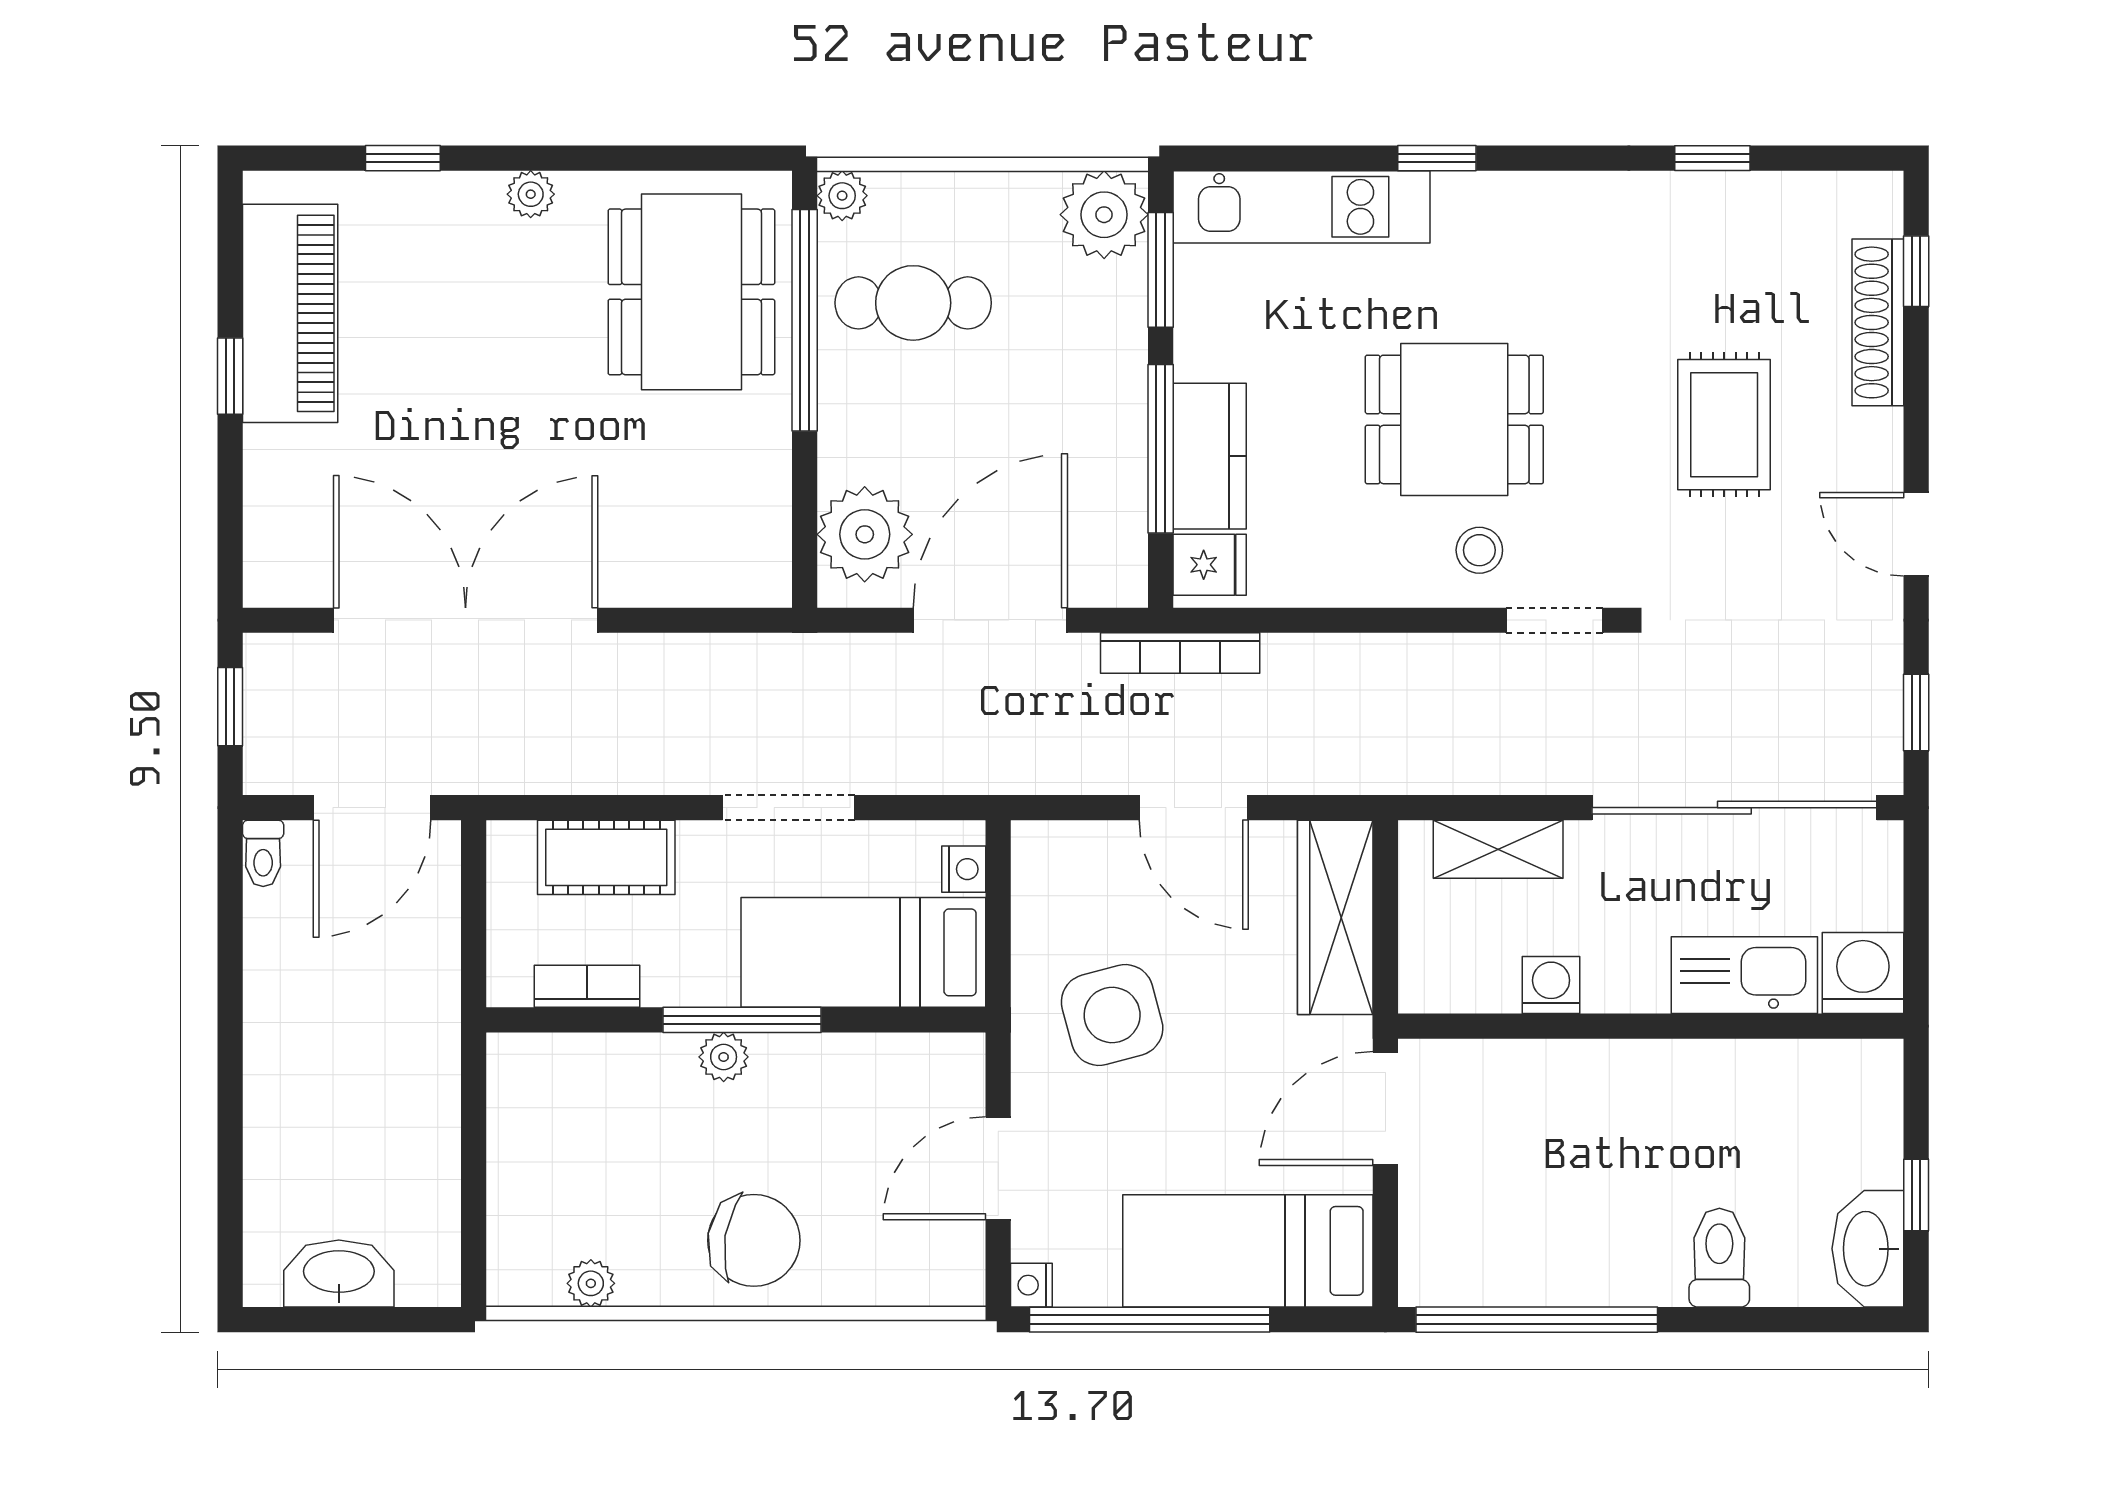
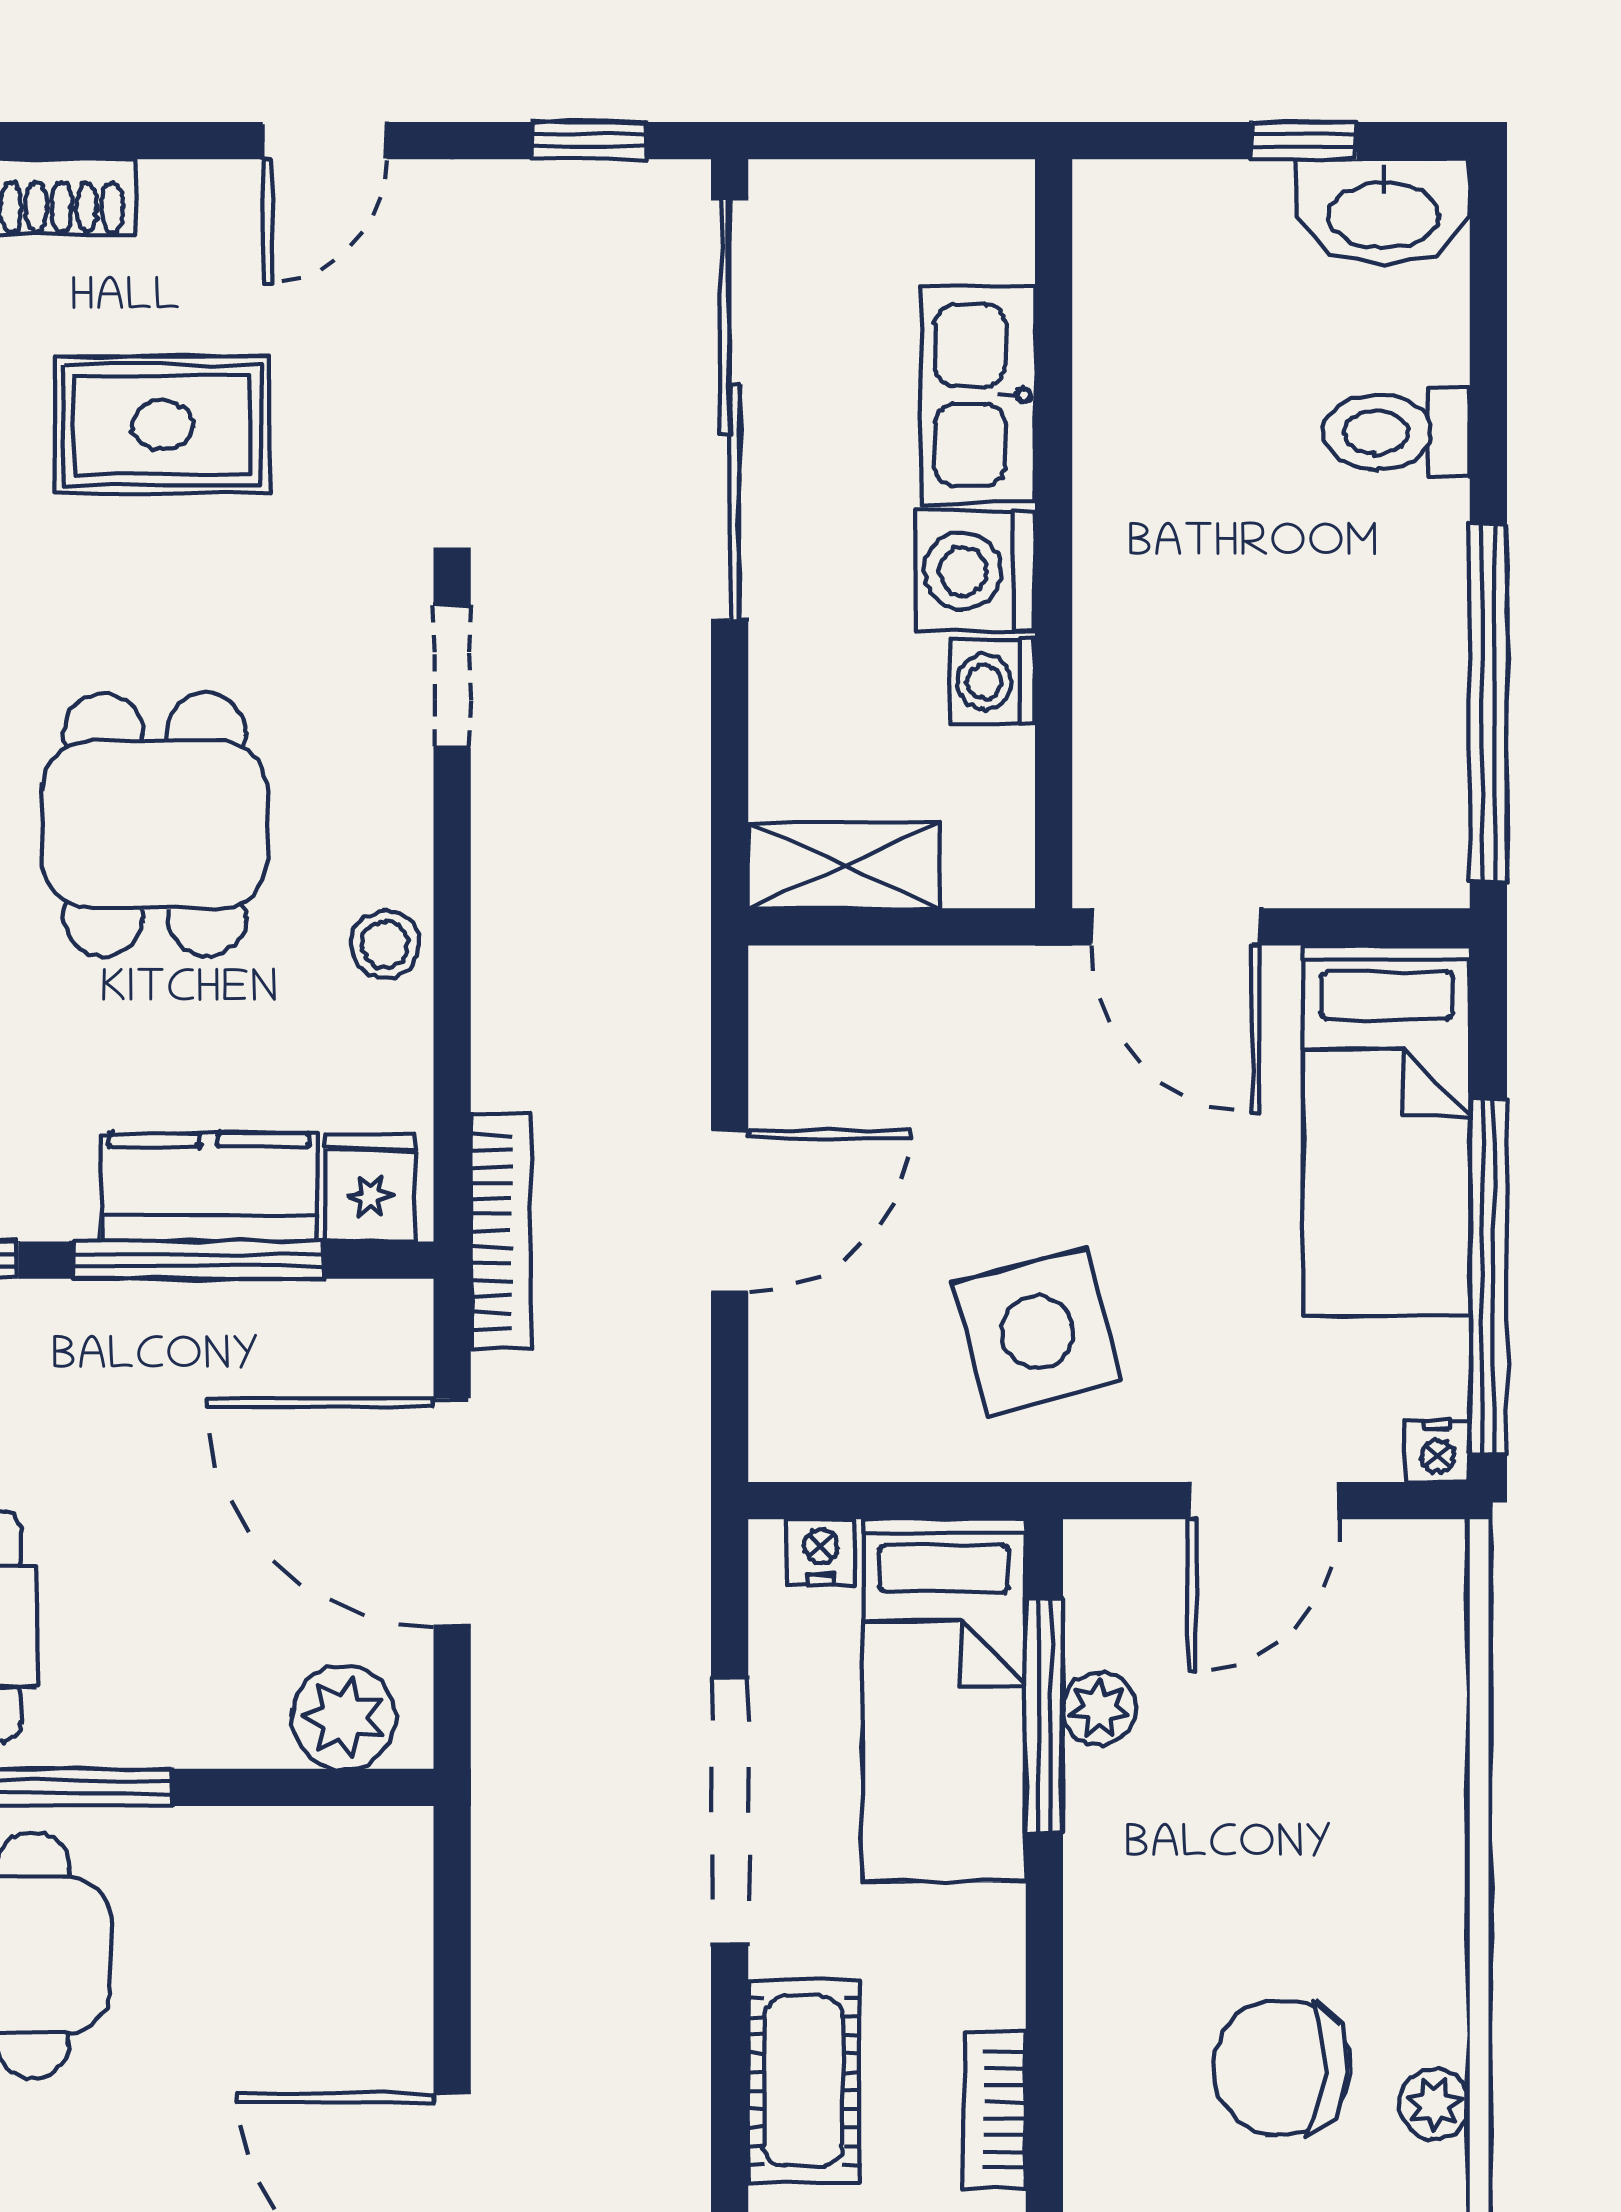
plant: (865, 534) -> (344, 1717), width x0.73, depth x0.73
stool: (1479, 550) -> (385, 944), moved
doorway: (789, 808) -> (730, 1811), width x1.36
shelving: (1498, 849) -> (844, 865), moved, turned 90
wardrobe: (1335, 917) -> (892, 1001), removed
washing machine: (1863, 973) -> (975, 571), moved
window: (742, 1020) -> (1044, 1716), moved
plant: (724, 1057) -> (1099, 1708), moved
door: (998, 1168) -> (1264, 1501), hinge flipped
chair: (754, 1240) -> (1282, 2068), moved, turned -95

